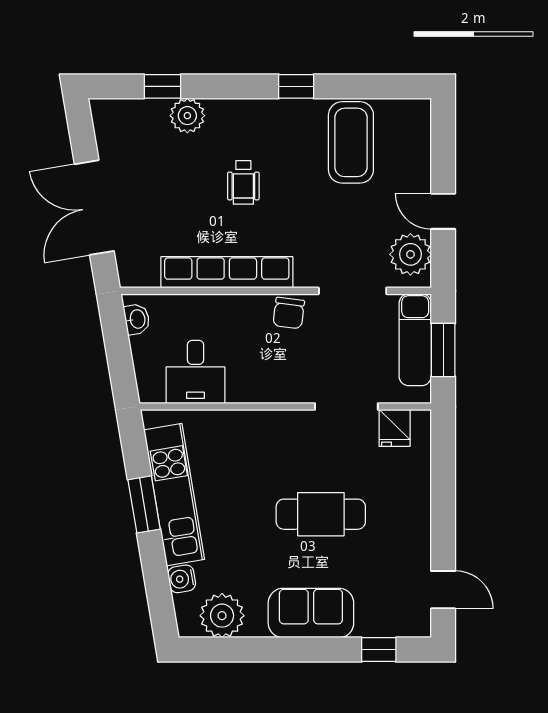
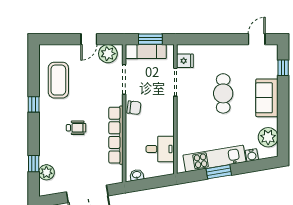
plant: (187, 116) -> (46, 172), moved
coffee table: (351, 142) -> (58, 80), turned 90

